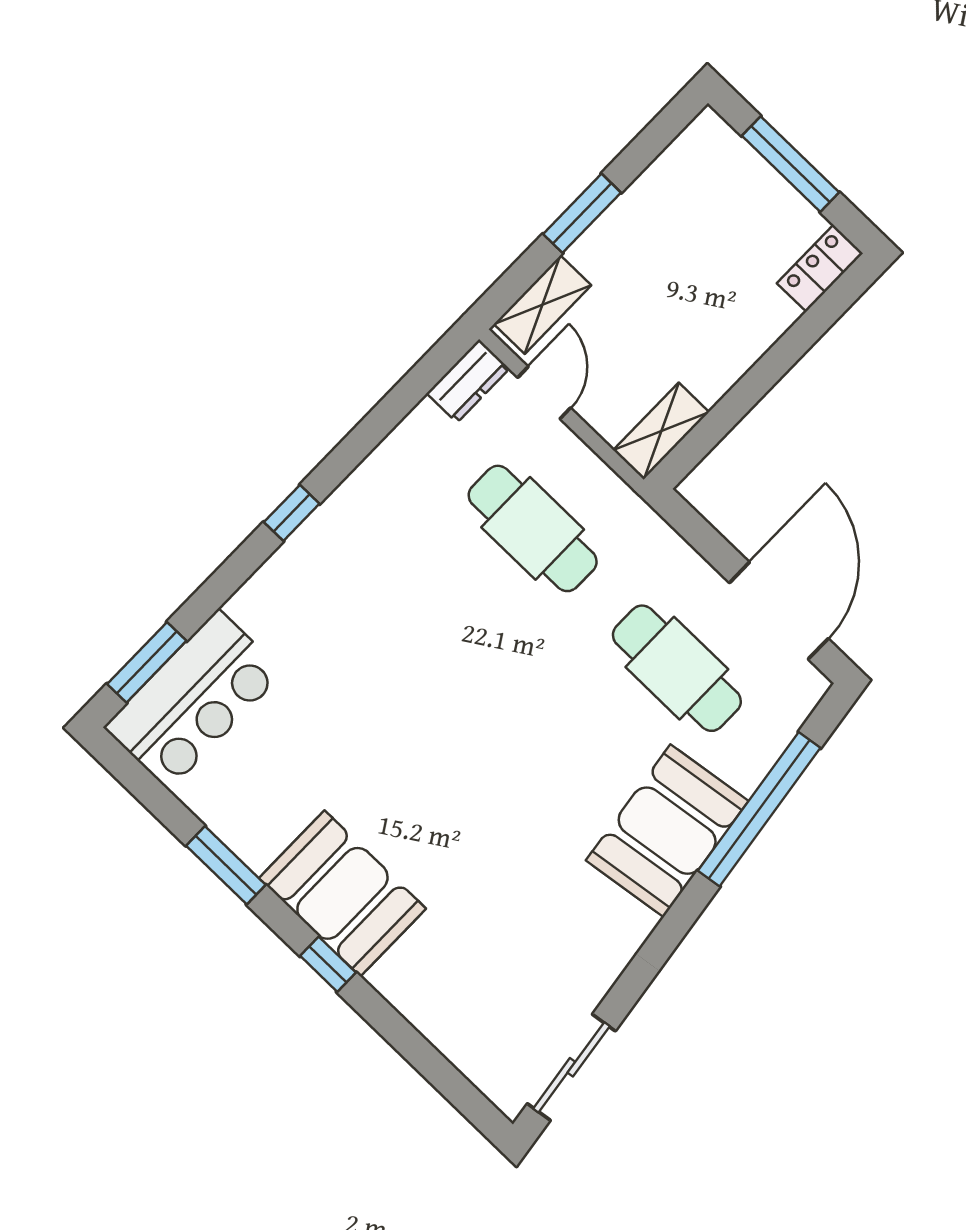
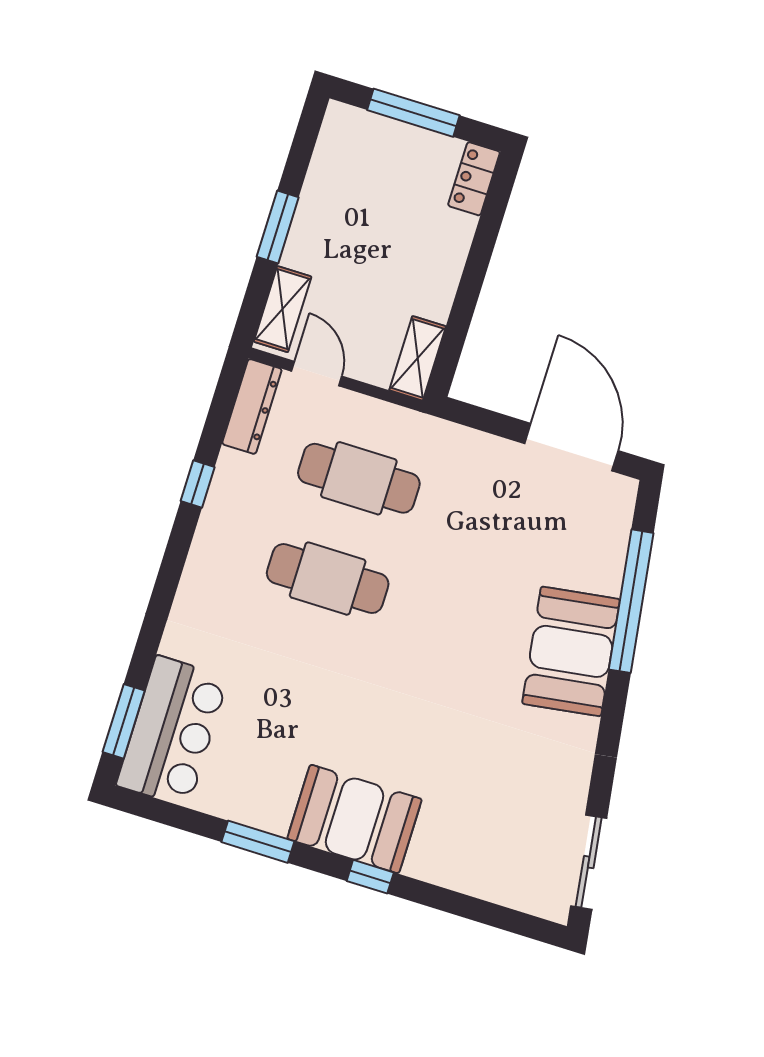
dresser: (468, 381) -> (252, 406), width x1.44
window: (292, 513) -> (198, 484), moved
cafe table: (677, 668) -> (328, 579), moved

